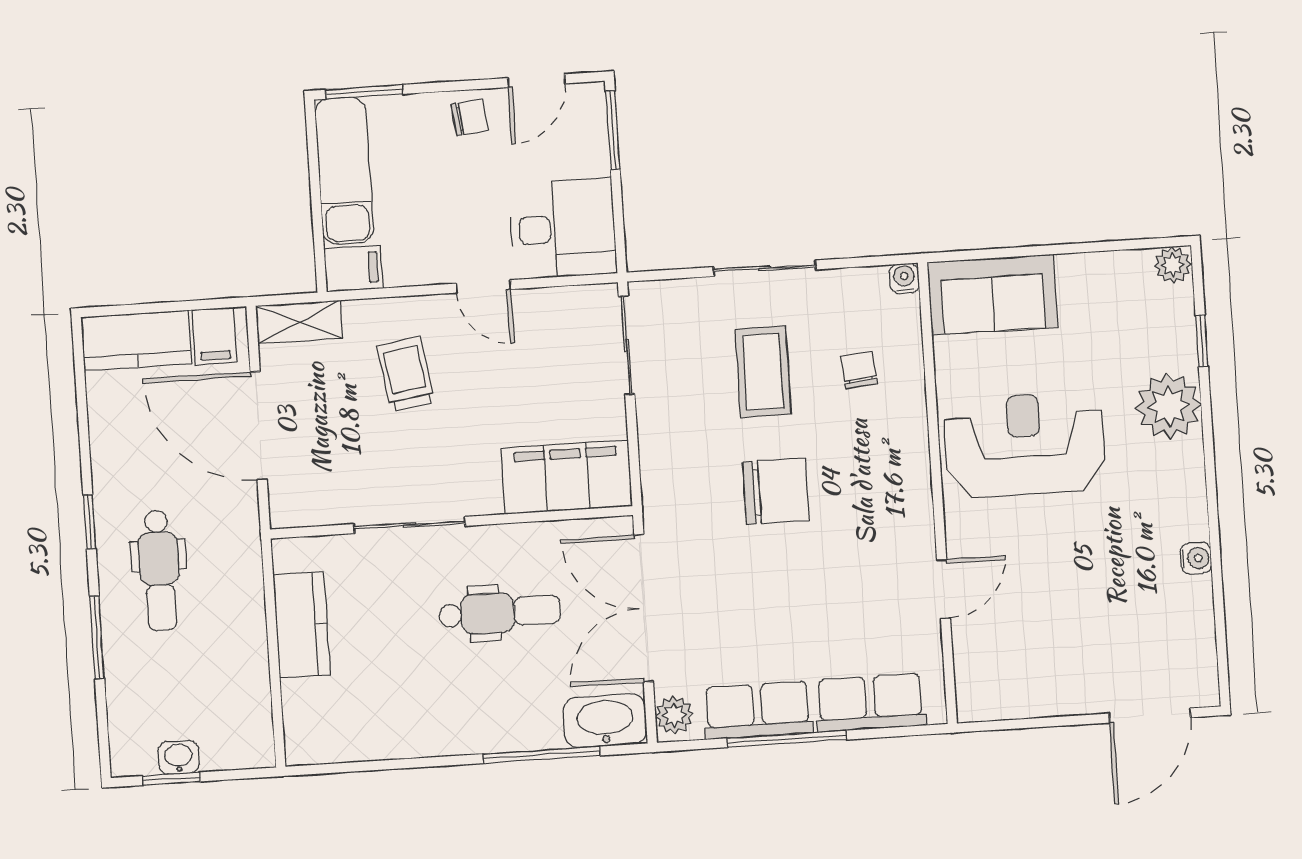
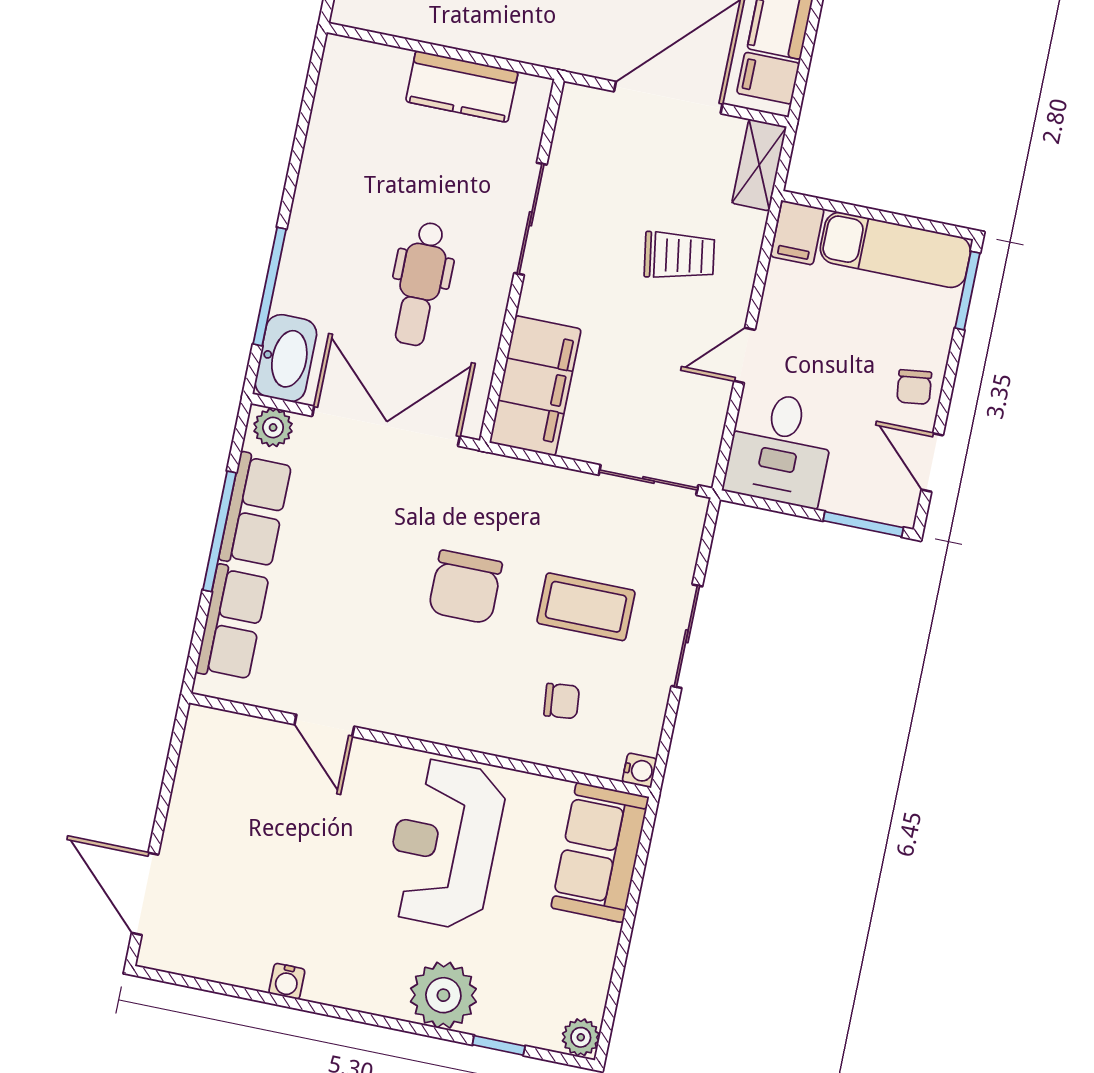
reception desk: (1025, 445) -> (444, 844), turned 180

